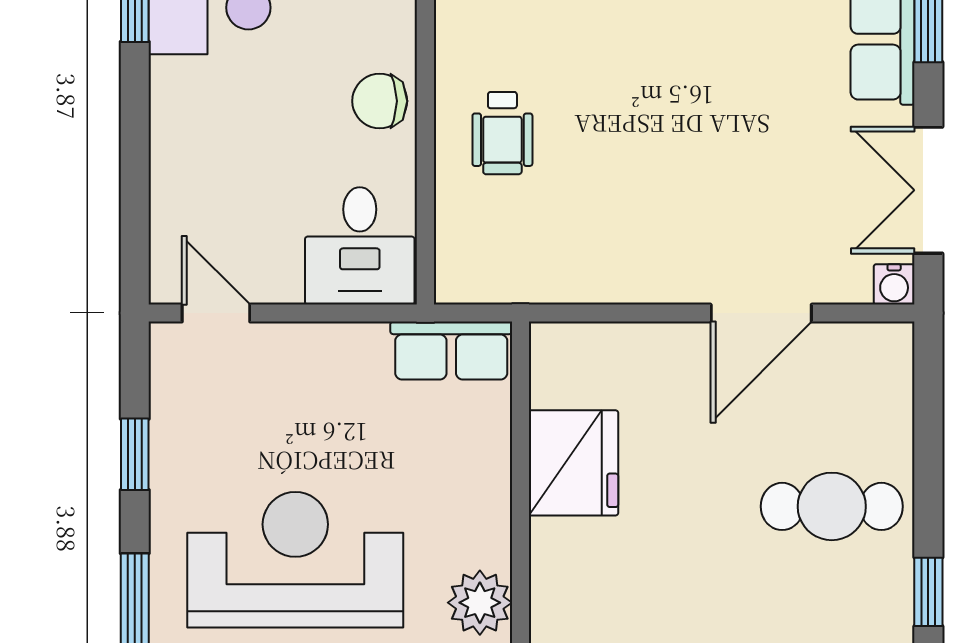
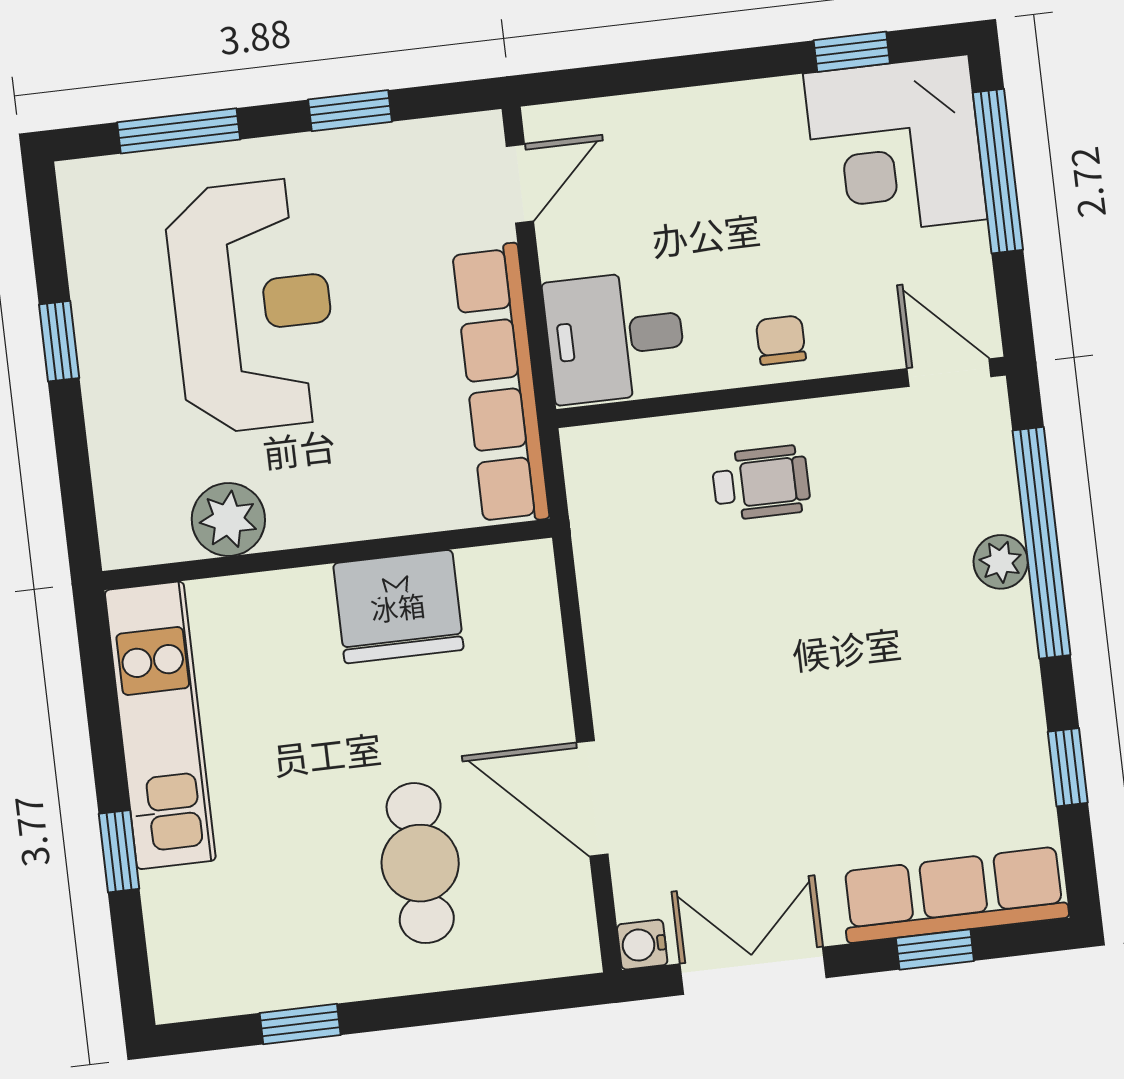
chair: (380, 101) -> (781, 340), width x0.73, depth x0.73
wheelchair: (502, 133) -> (761, 483), turned 180
row of seats: (451, 351) -> (501, 384), width x2.02
cafe table: (832, 506) -> (420, 863), moved

